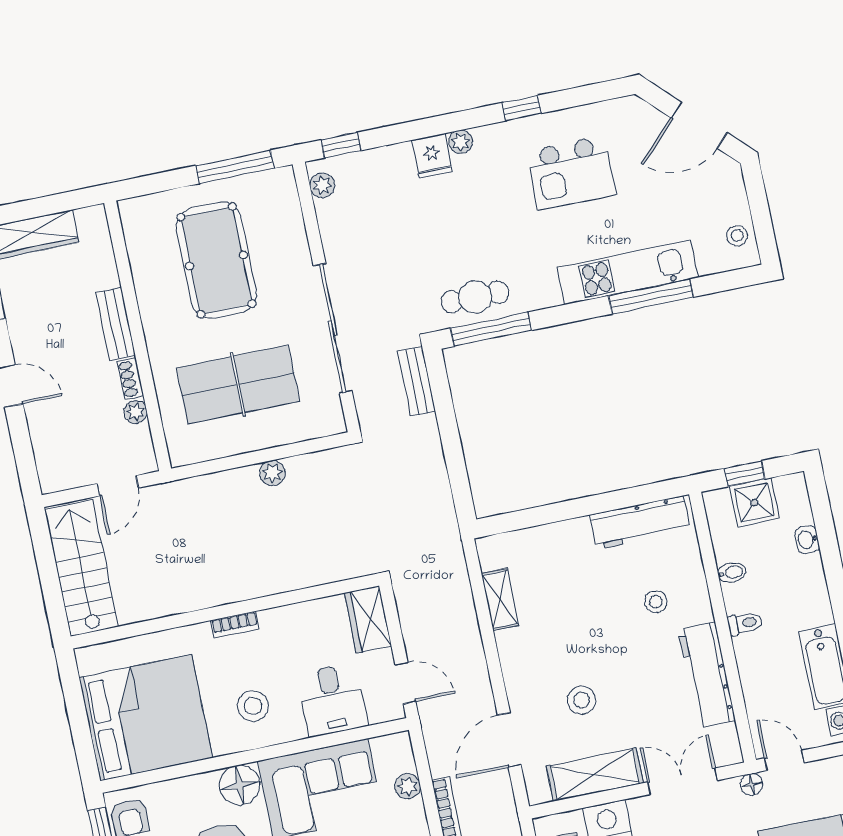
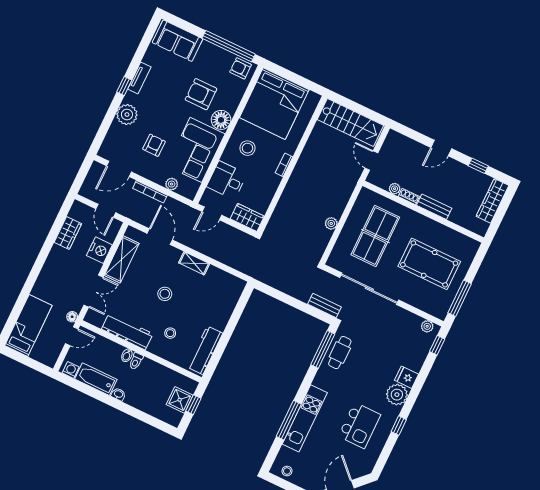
plant: (461, 142) -> (397, 395), width x1.88, depth x1.88
kitchen island: (571, 173) -> (359, 425), turned 180
washbasin: (807, 540) -> (118, 394), moved
bidet: (732, 573) -> (127, 355), moved
shelving: (500, 599) -> (194, 263), moved
stool: (581, 700) -> (165, 294), moved

